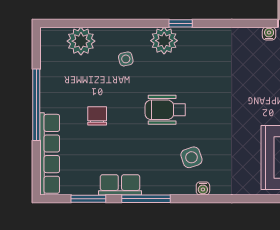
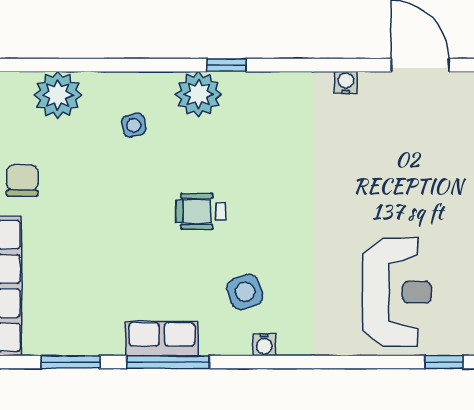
water cooler: (269, 34) -> (346, 82), moved
wheelchair: (165, 110) -> (201, 211), width x0.73, depth x0.73
chair: (97, 116) -> (22, 180), moved
row of seats: (120, 185) -> (162, 339), moved

